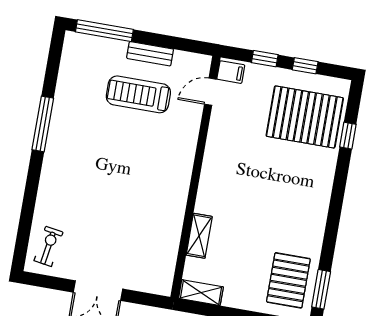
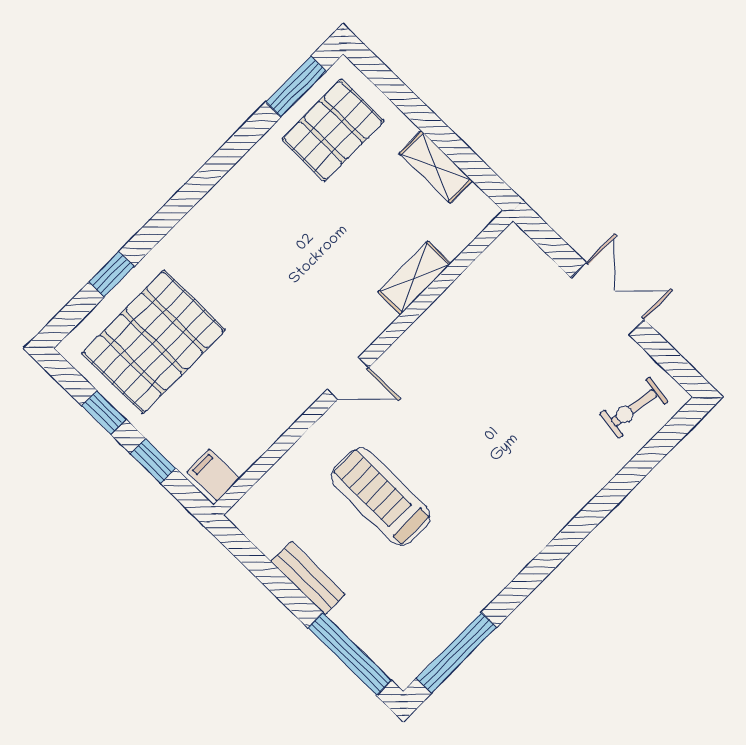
door: (210, 92) -> (348, 378), moved
treadmill: (138, 94) -> (381, 496), moved, turned 180
pallet: (305, 117) -> (154, 342), turned 90
window: (43, 124) -> (456, 653), moved
shelving: (201, 293) -> (436, 167), moved

